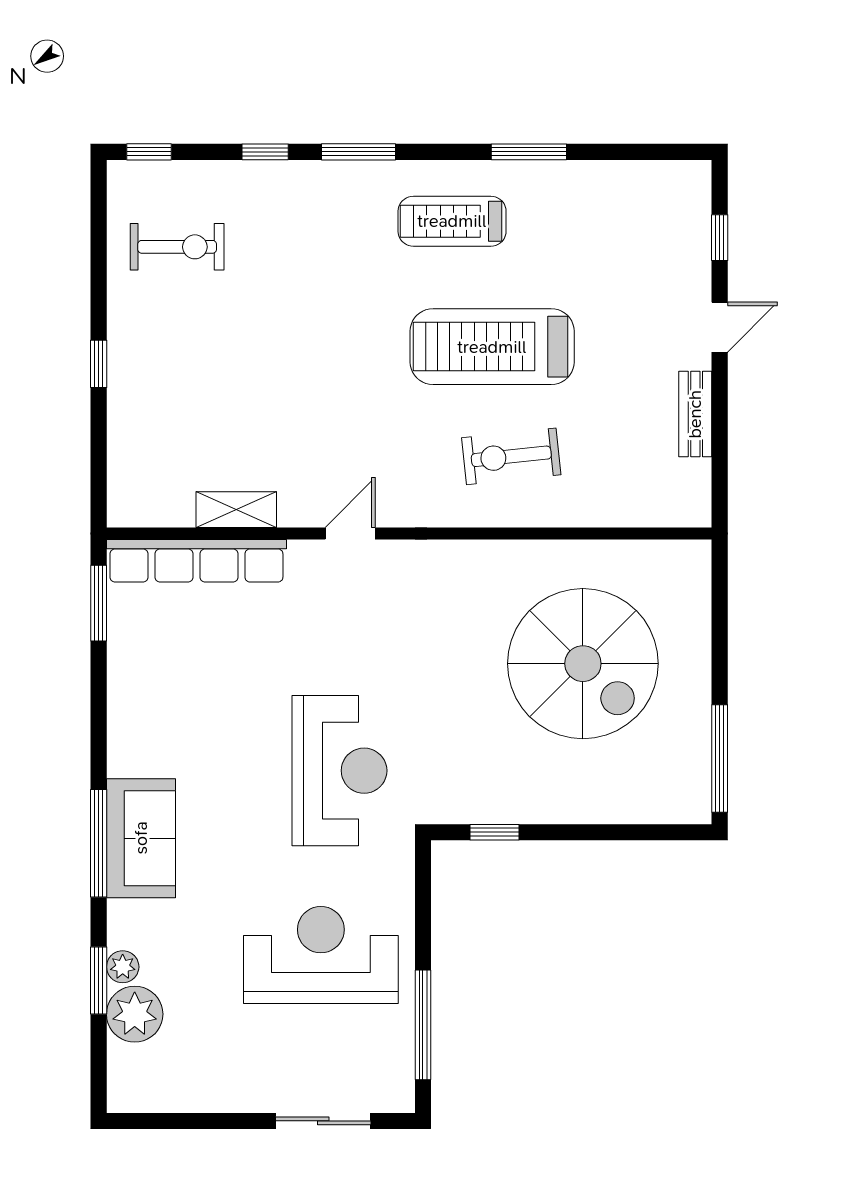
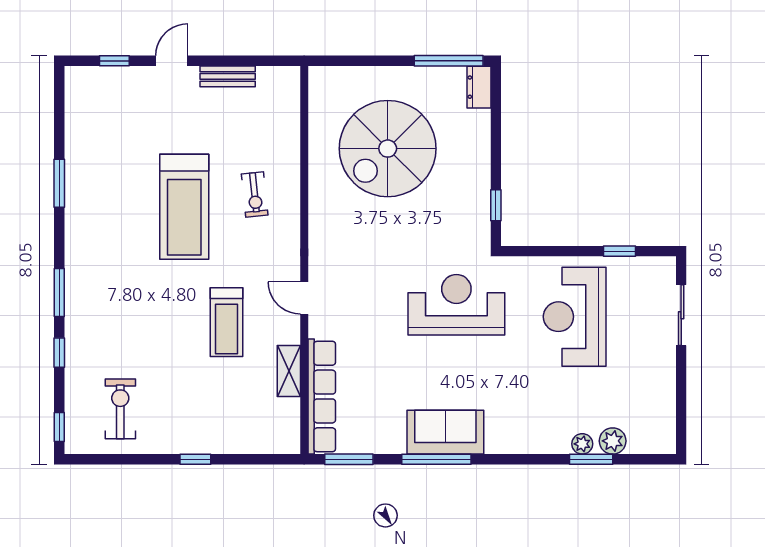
treadmill: (452, 221) -> (227, 322), moved
door: (720, 327) -> (172, 61), hinge flipped
exercise bike: (511, 456) -> (255, 195), width x0.73, depth x0.72
spiral stairs: (583, 664) -> (388, 149), turned 180
dresser: (679, 806) -> (479, 87), added
sofa: (141, 838) -> (445, 432), moved
window: (99, 843) -> (436, 459), moved
plant: (135, 1014) -> (613, 441), width x0.73, depth x0.73
window: (423, 1025) -> (619, 251), width x0.46

